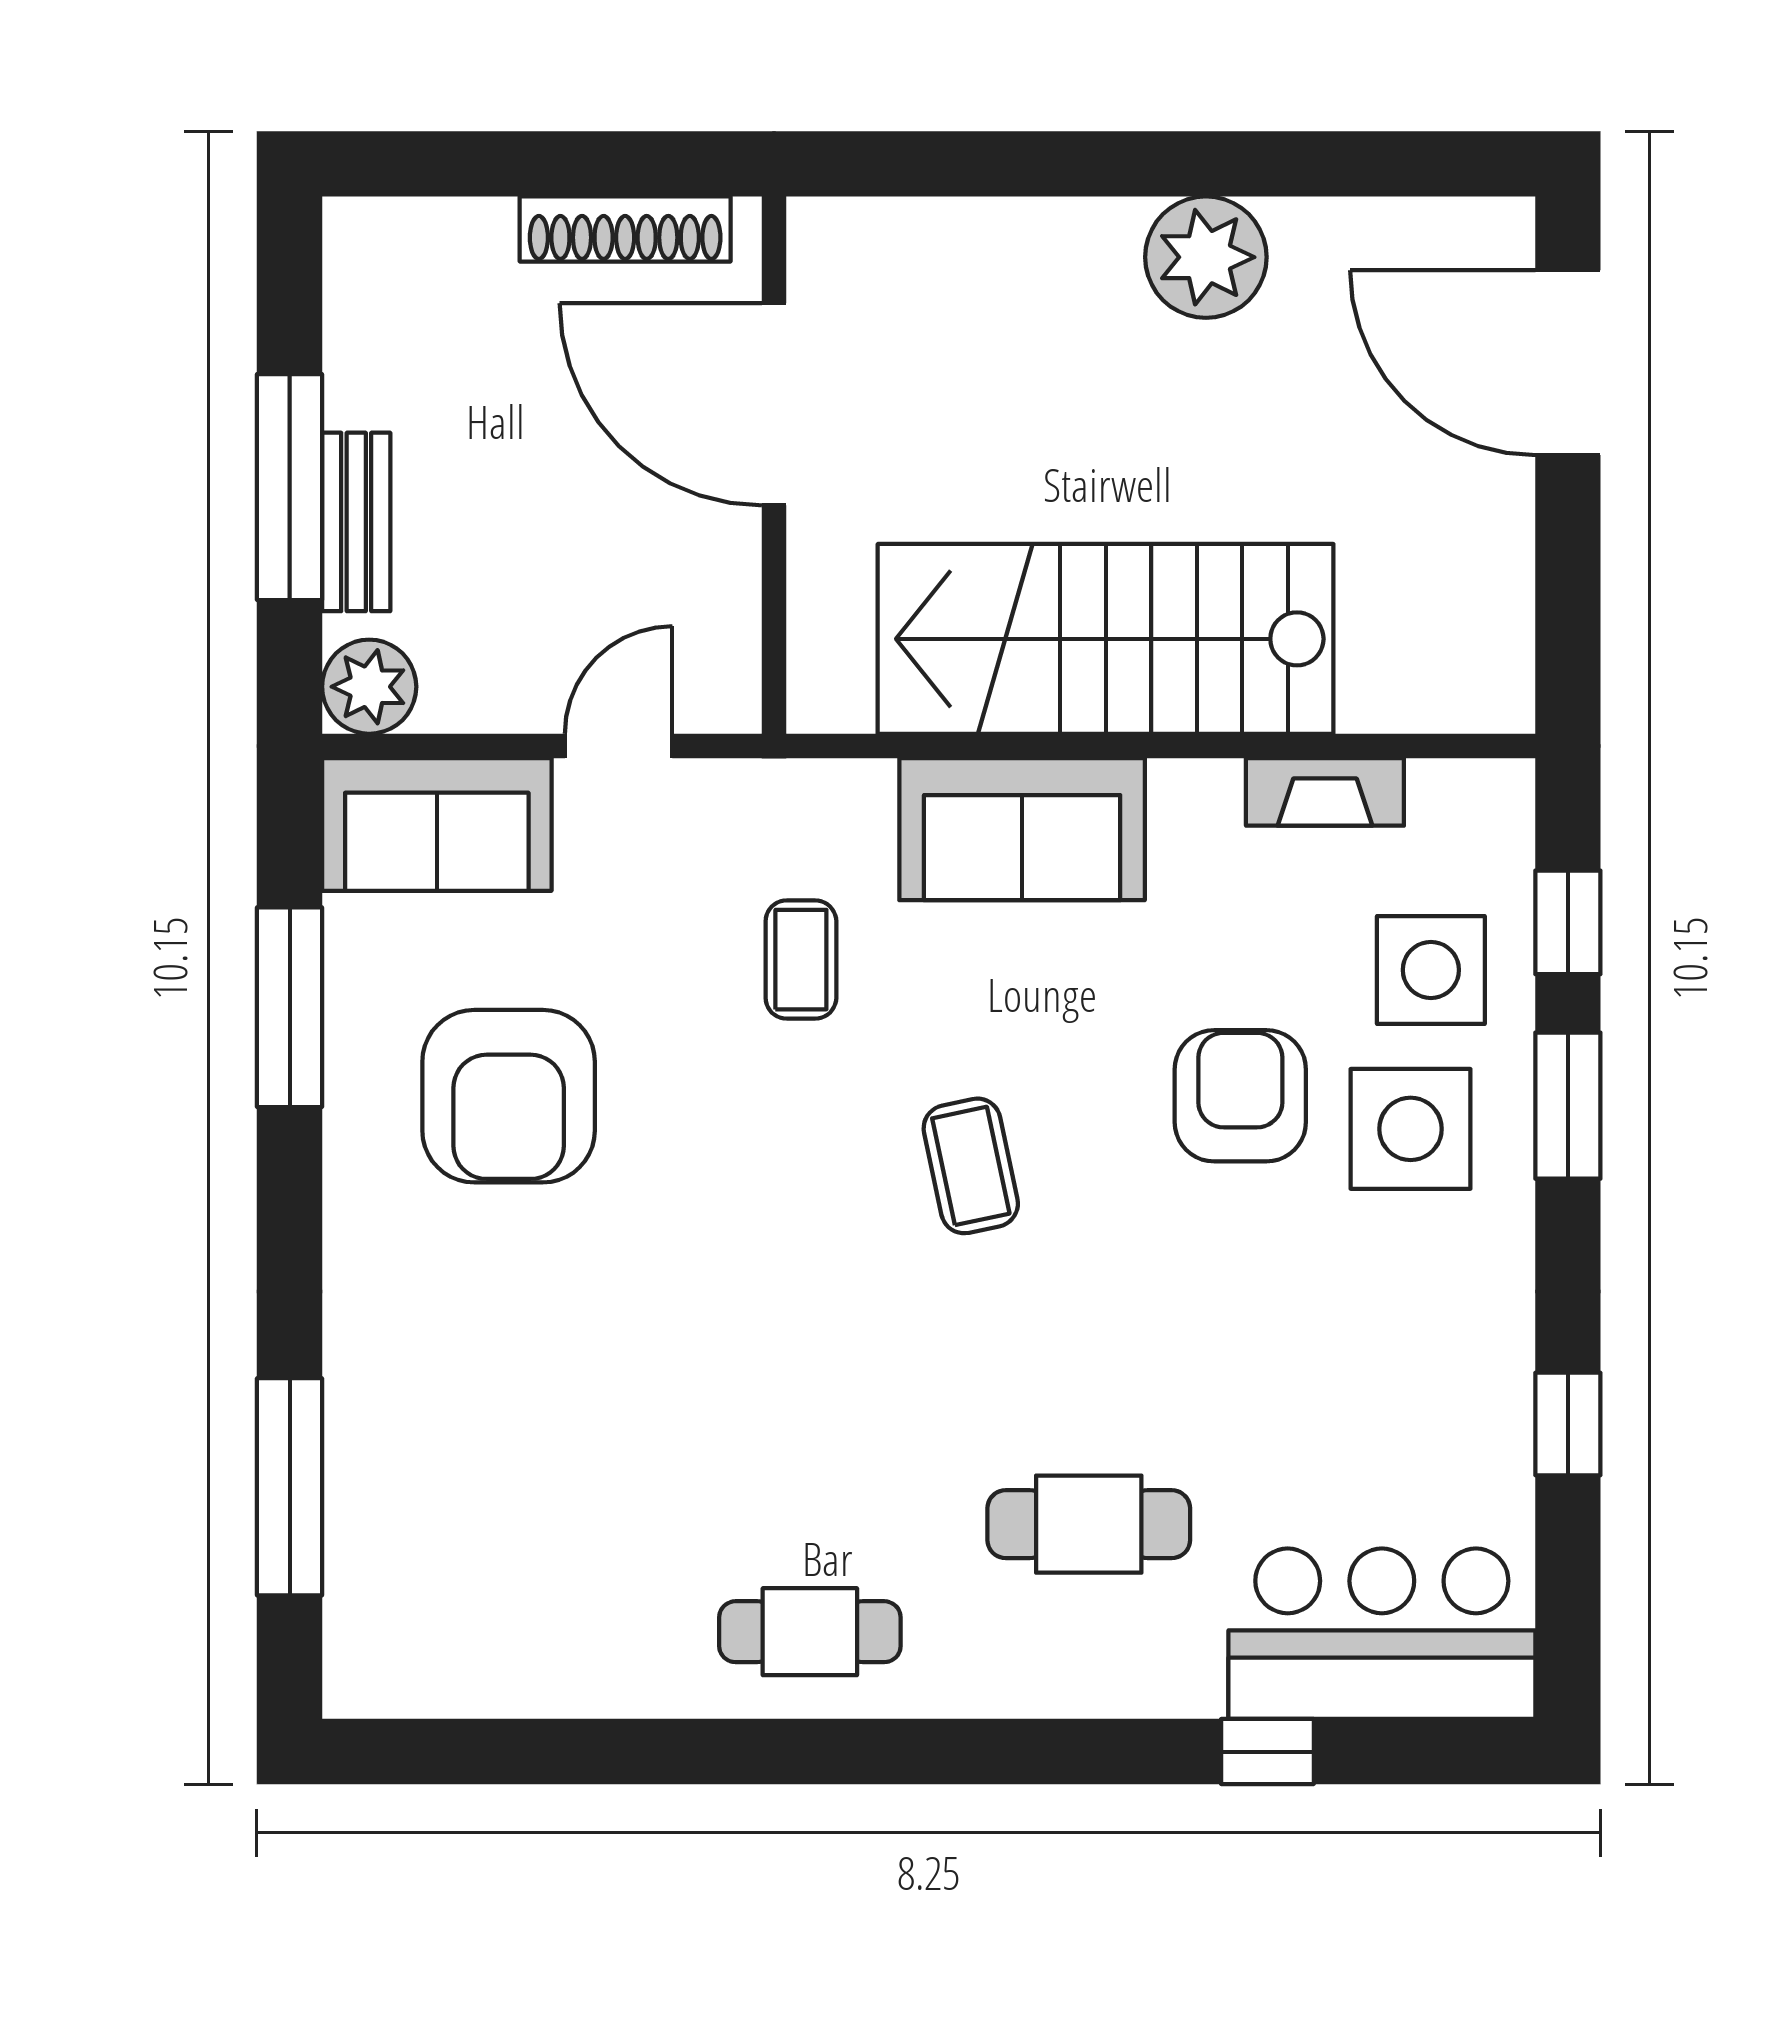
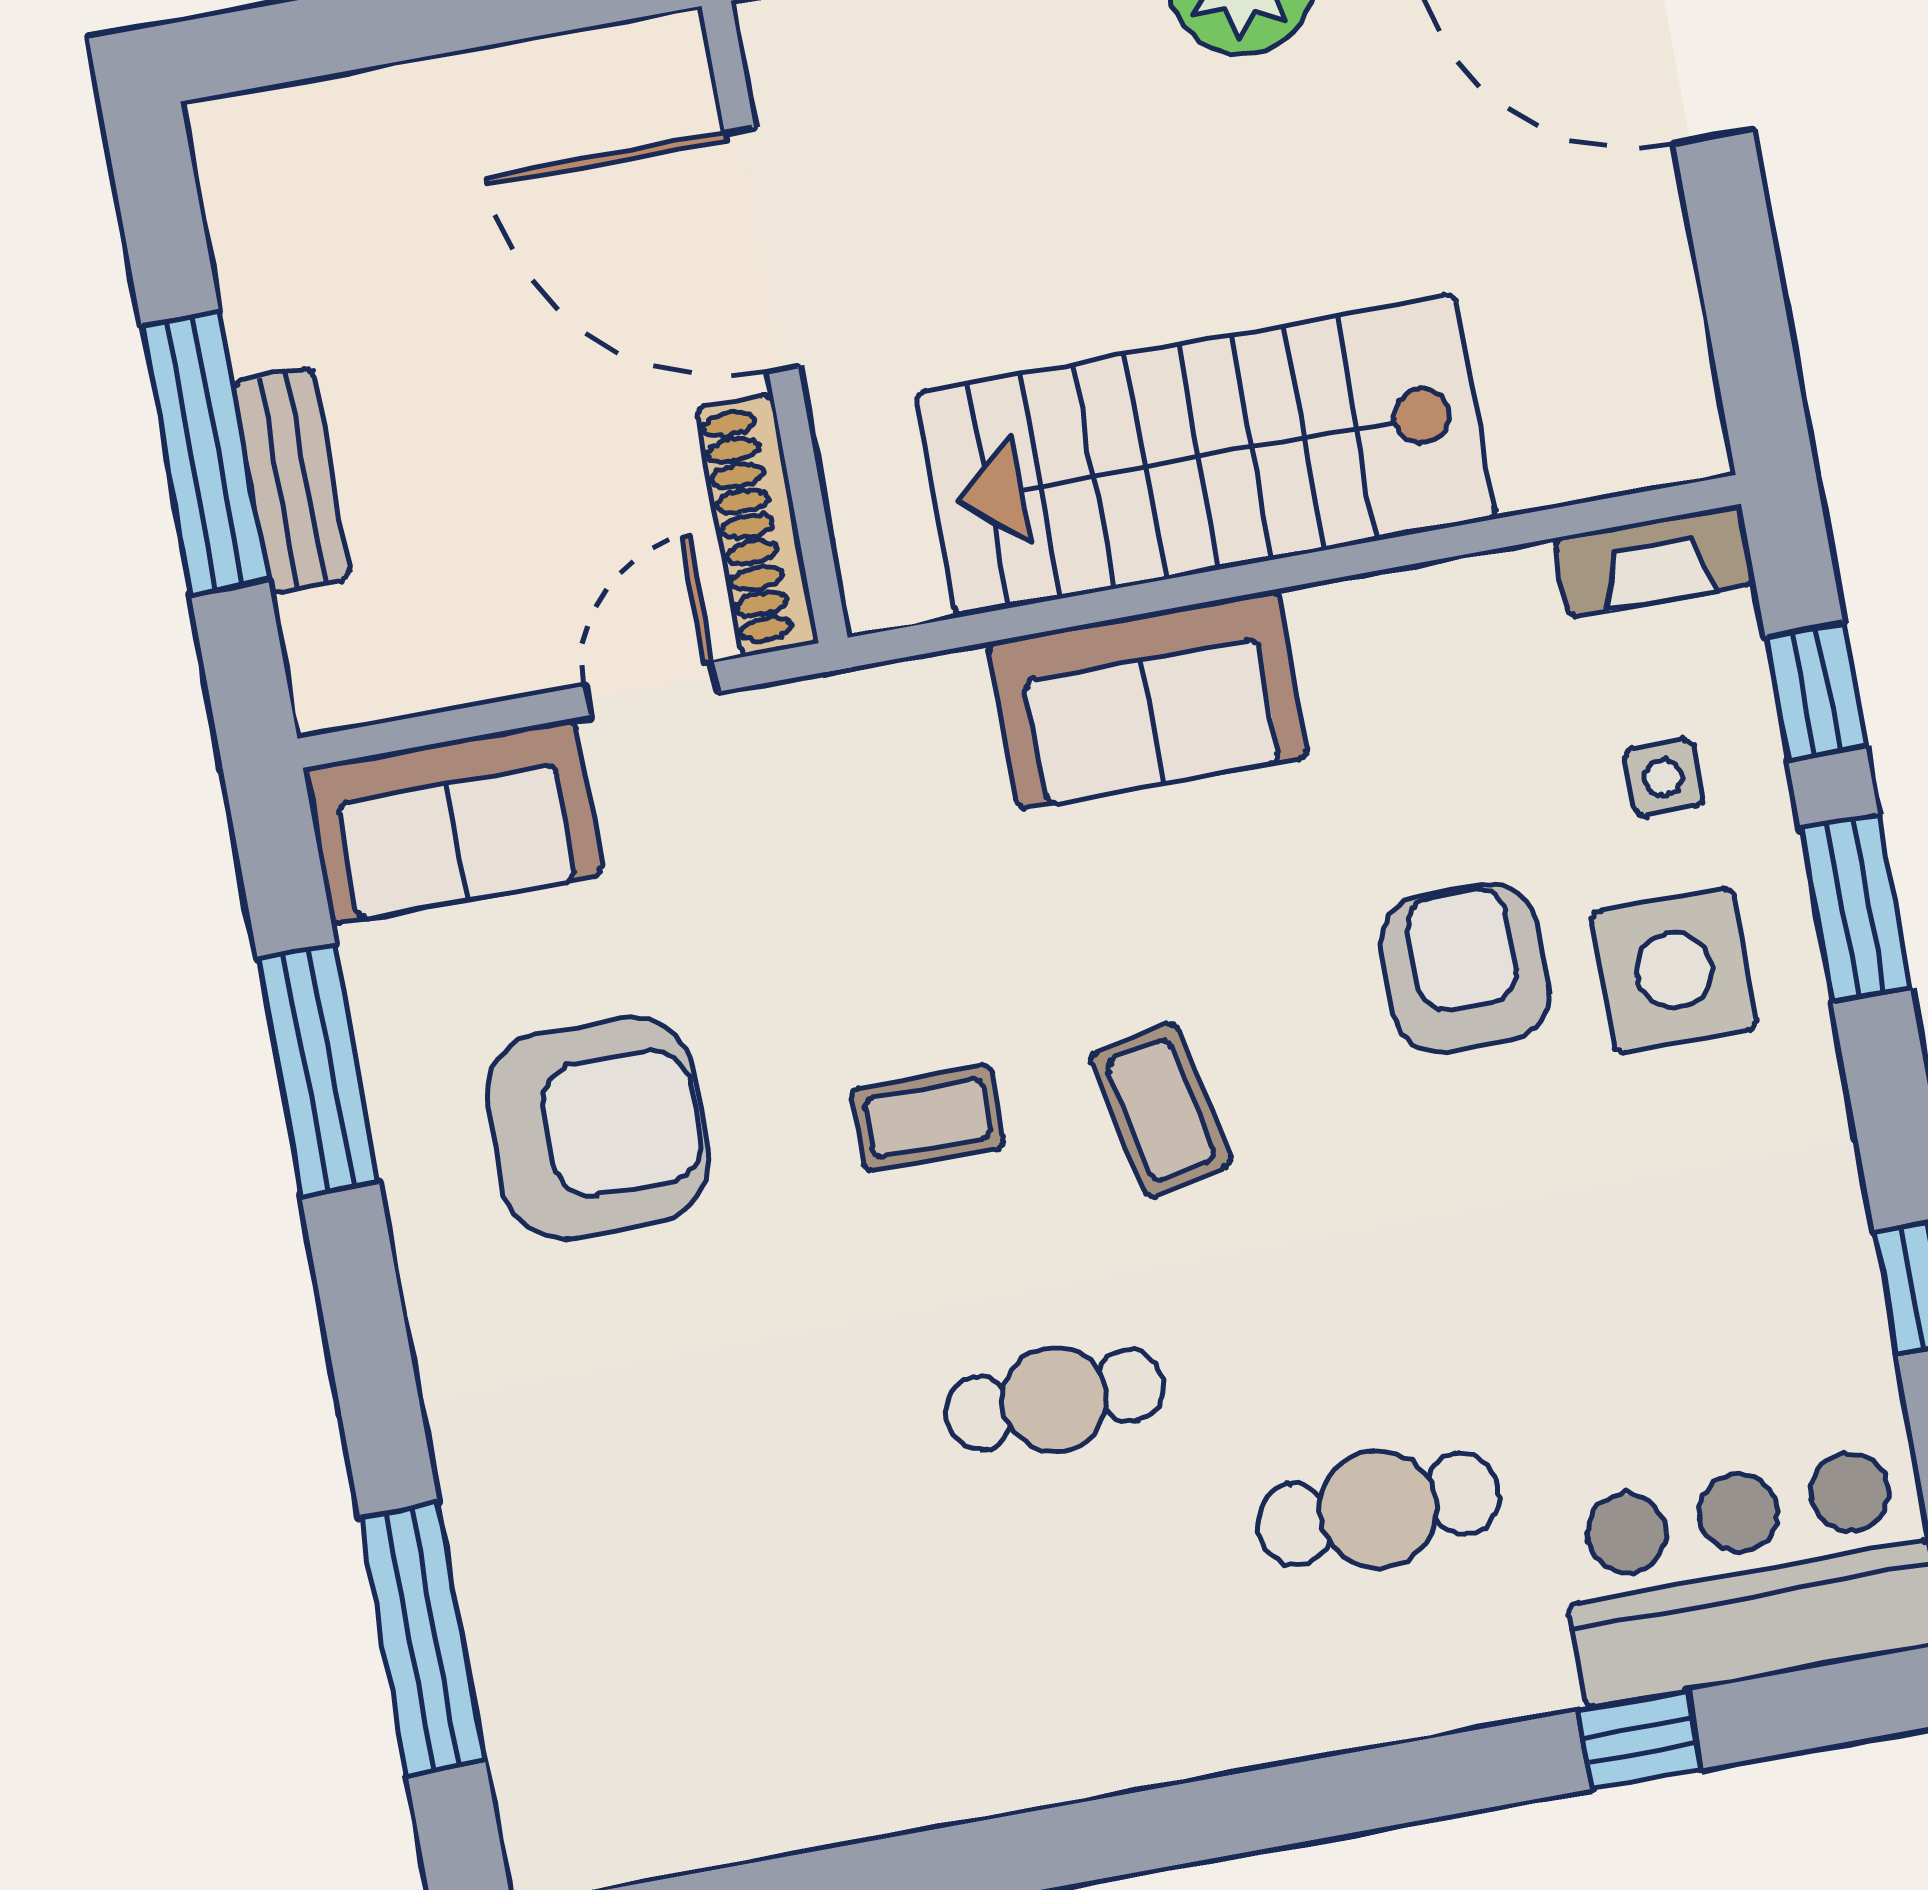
shoe rack: (625, 229) -> (757, 525), moved, turned 90
plant: (369, 687) -> (343, 673), removed
fireplace: (1325, 792) -> (1655, 561), moved
coffee table: (801, 960) -> (928, 1118), moved, turned 90
side table: (1431, 970) -> (1663, 778), width x0.54, depth x0.54
armchair: (509, 1096) -> (597, 1128), turned -90
cafe table: (810, 1632) -> (1055, 1399), moved

